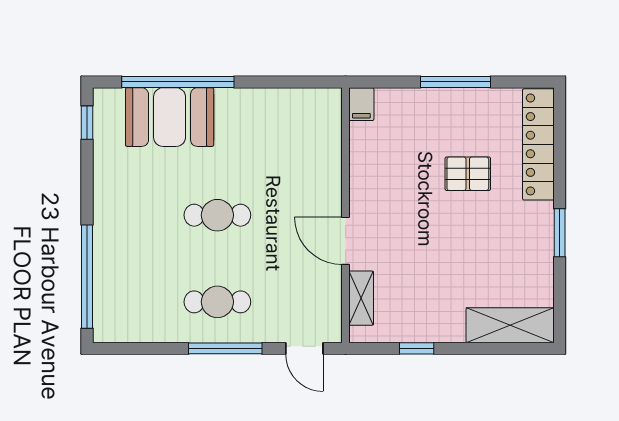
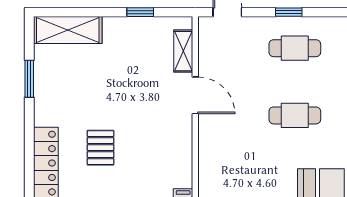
pallet: (468, 174) -> (101, 148), turned 90
window: (560, 233) -> (29, 79), moved
window: (225, 348) -> (289, 12), width x0.46

